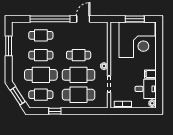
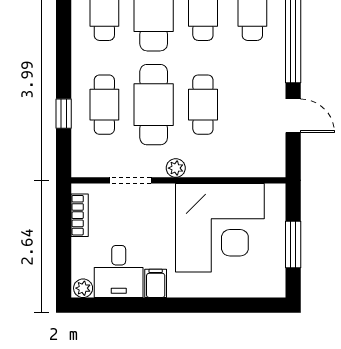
corner desk: (137, 40) -> (220, 228), moved, turned -90
cafe table: (79, 95) -> (104, 105), width x0.73, depth x0.74
window: (55, 111) -> (64, 114), moved

